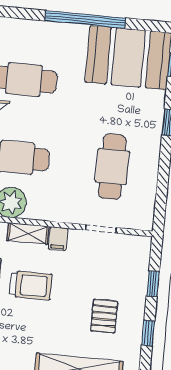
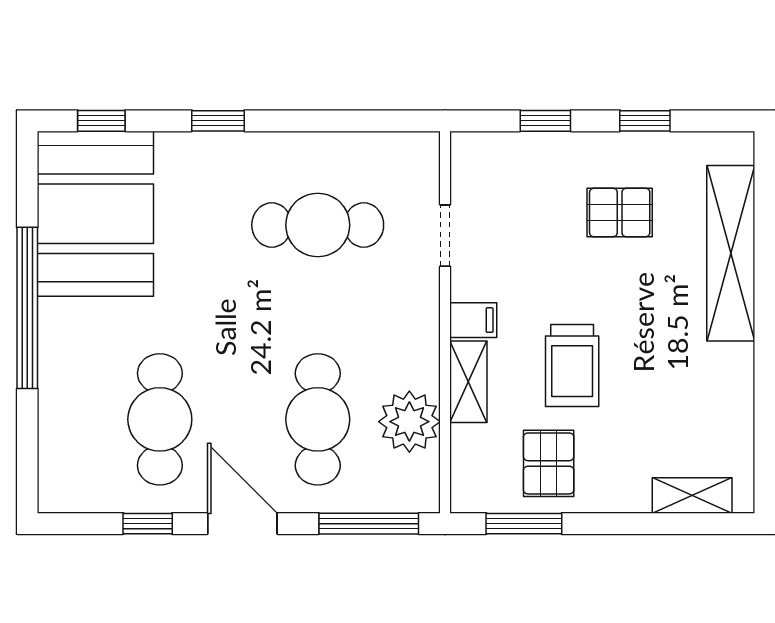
trolley: (31, 285) -> (572, 365), turned 180

